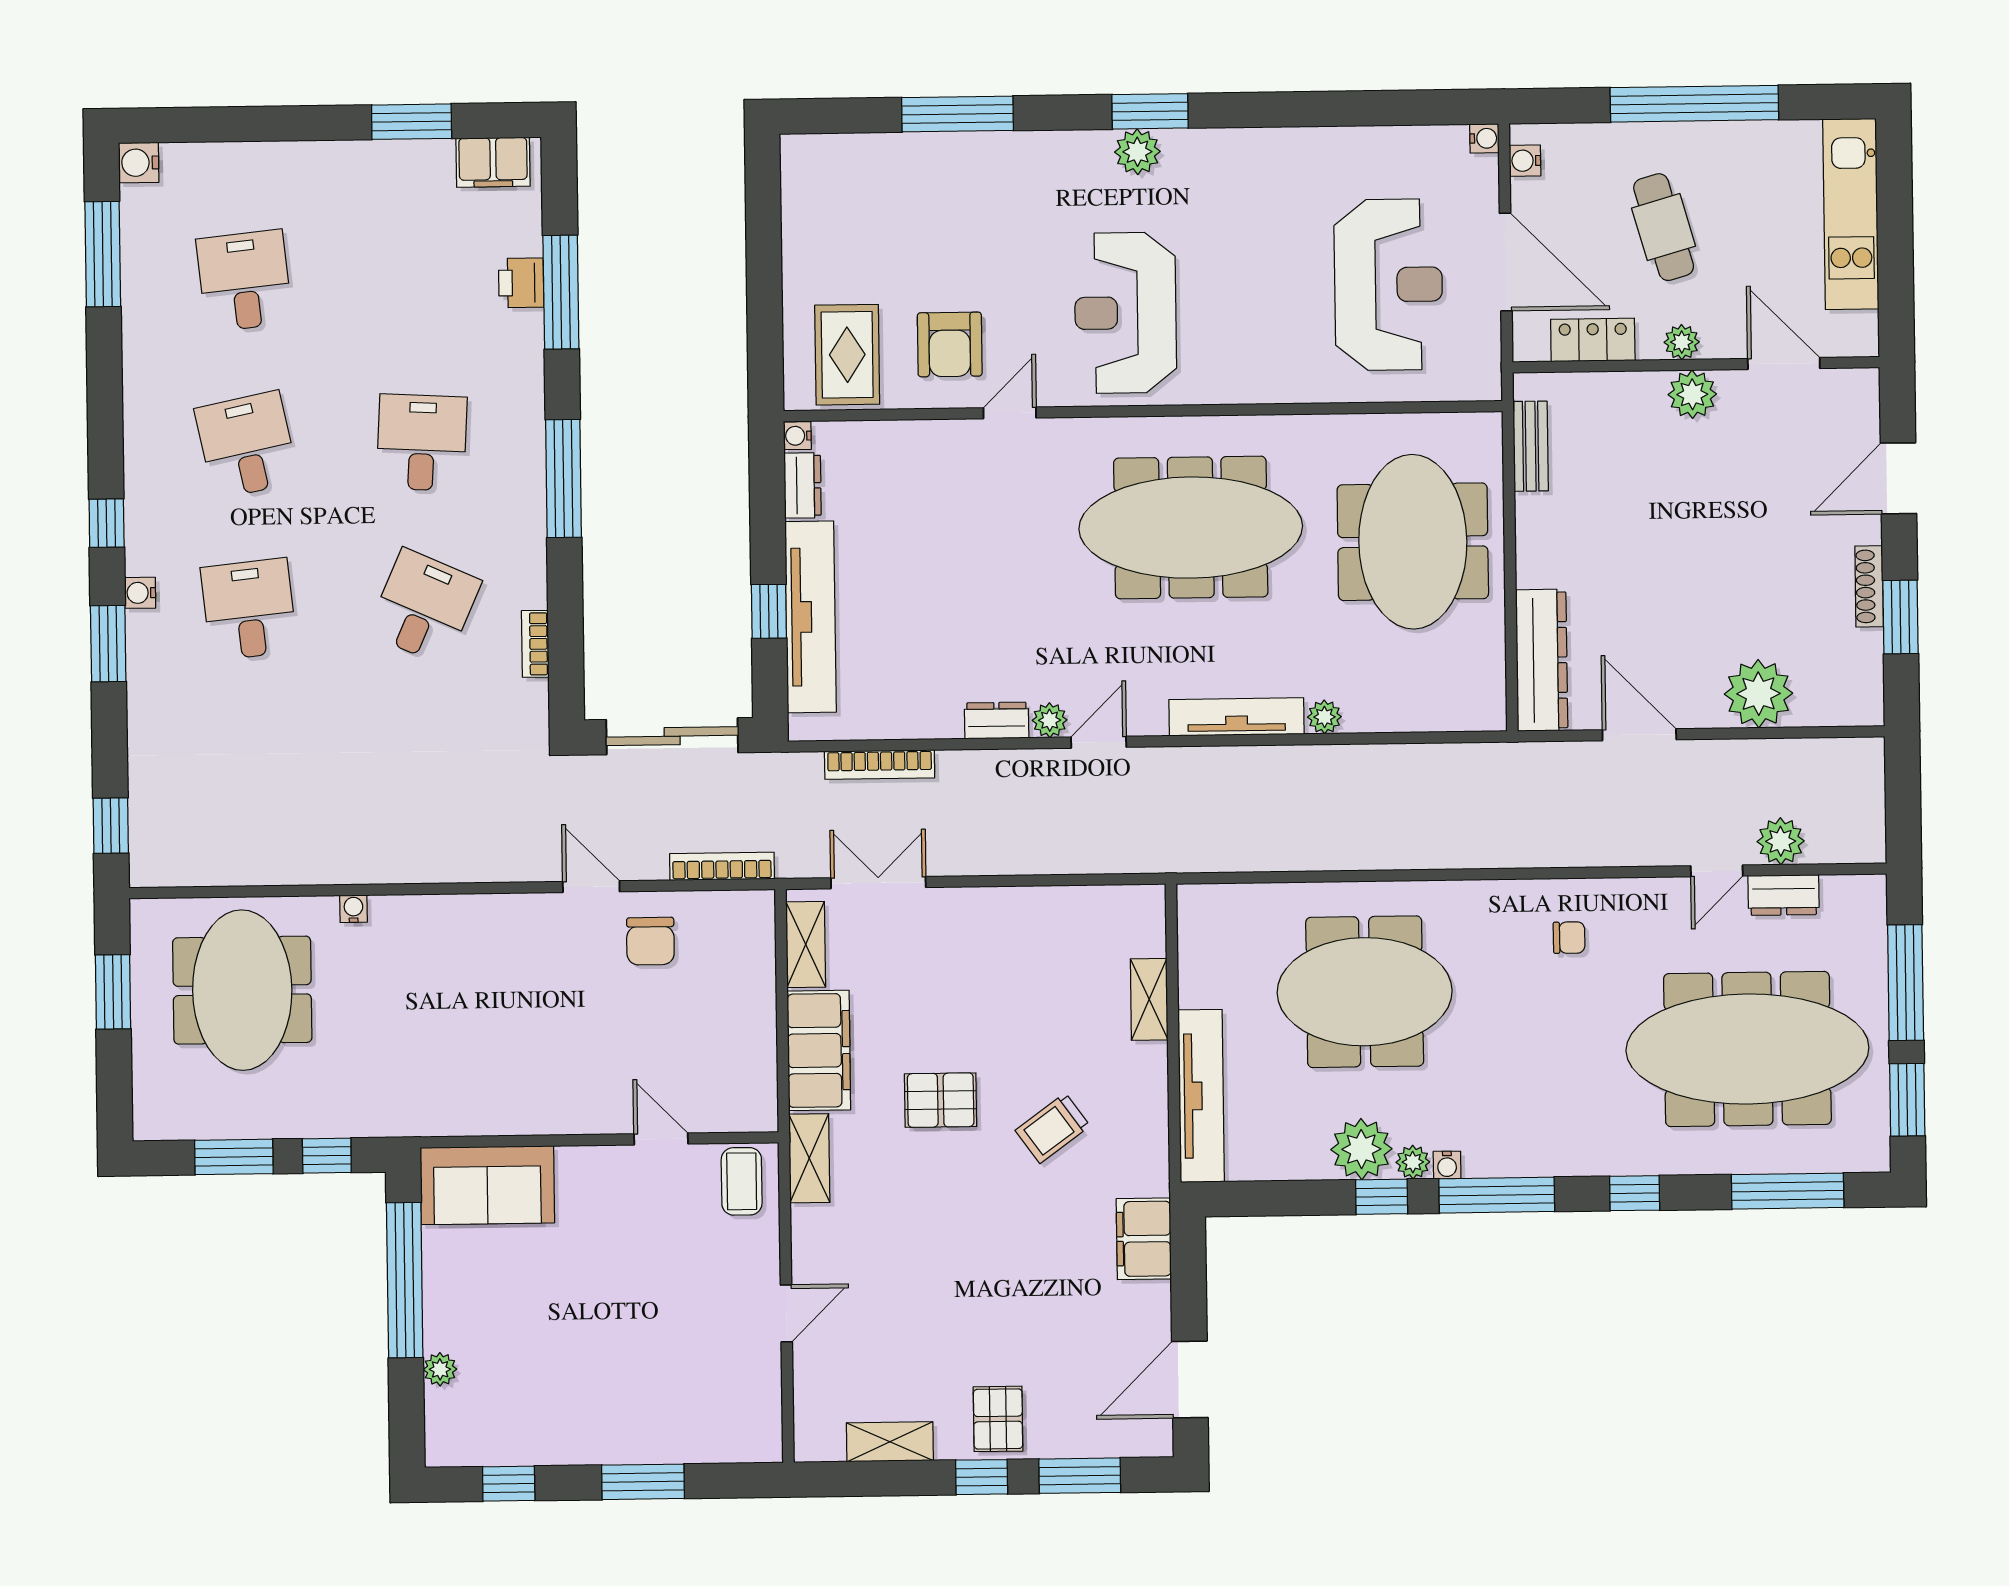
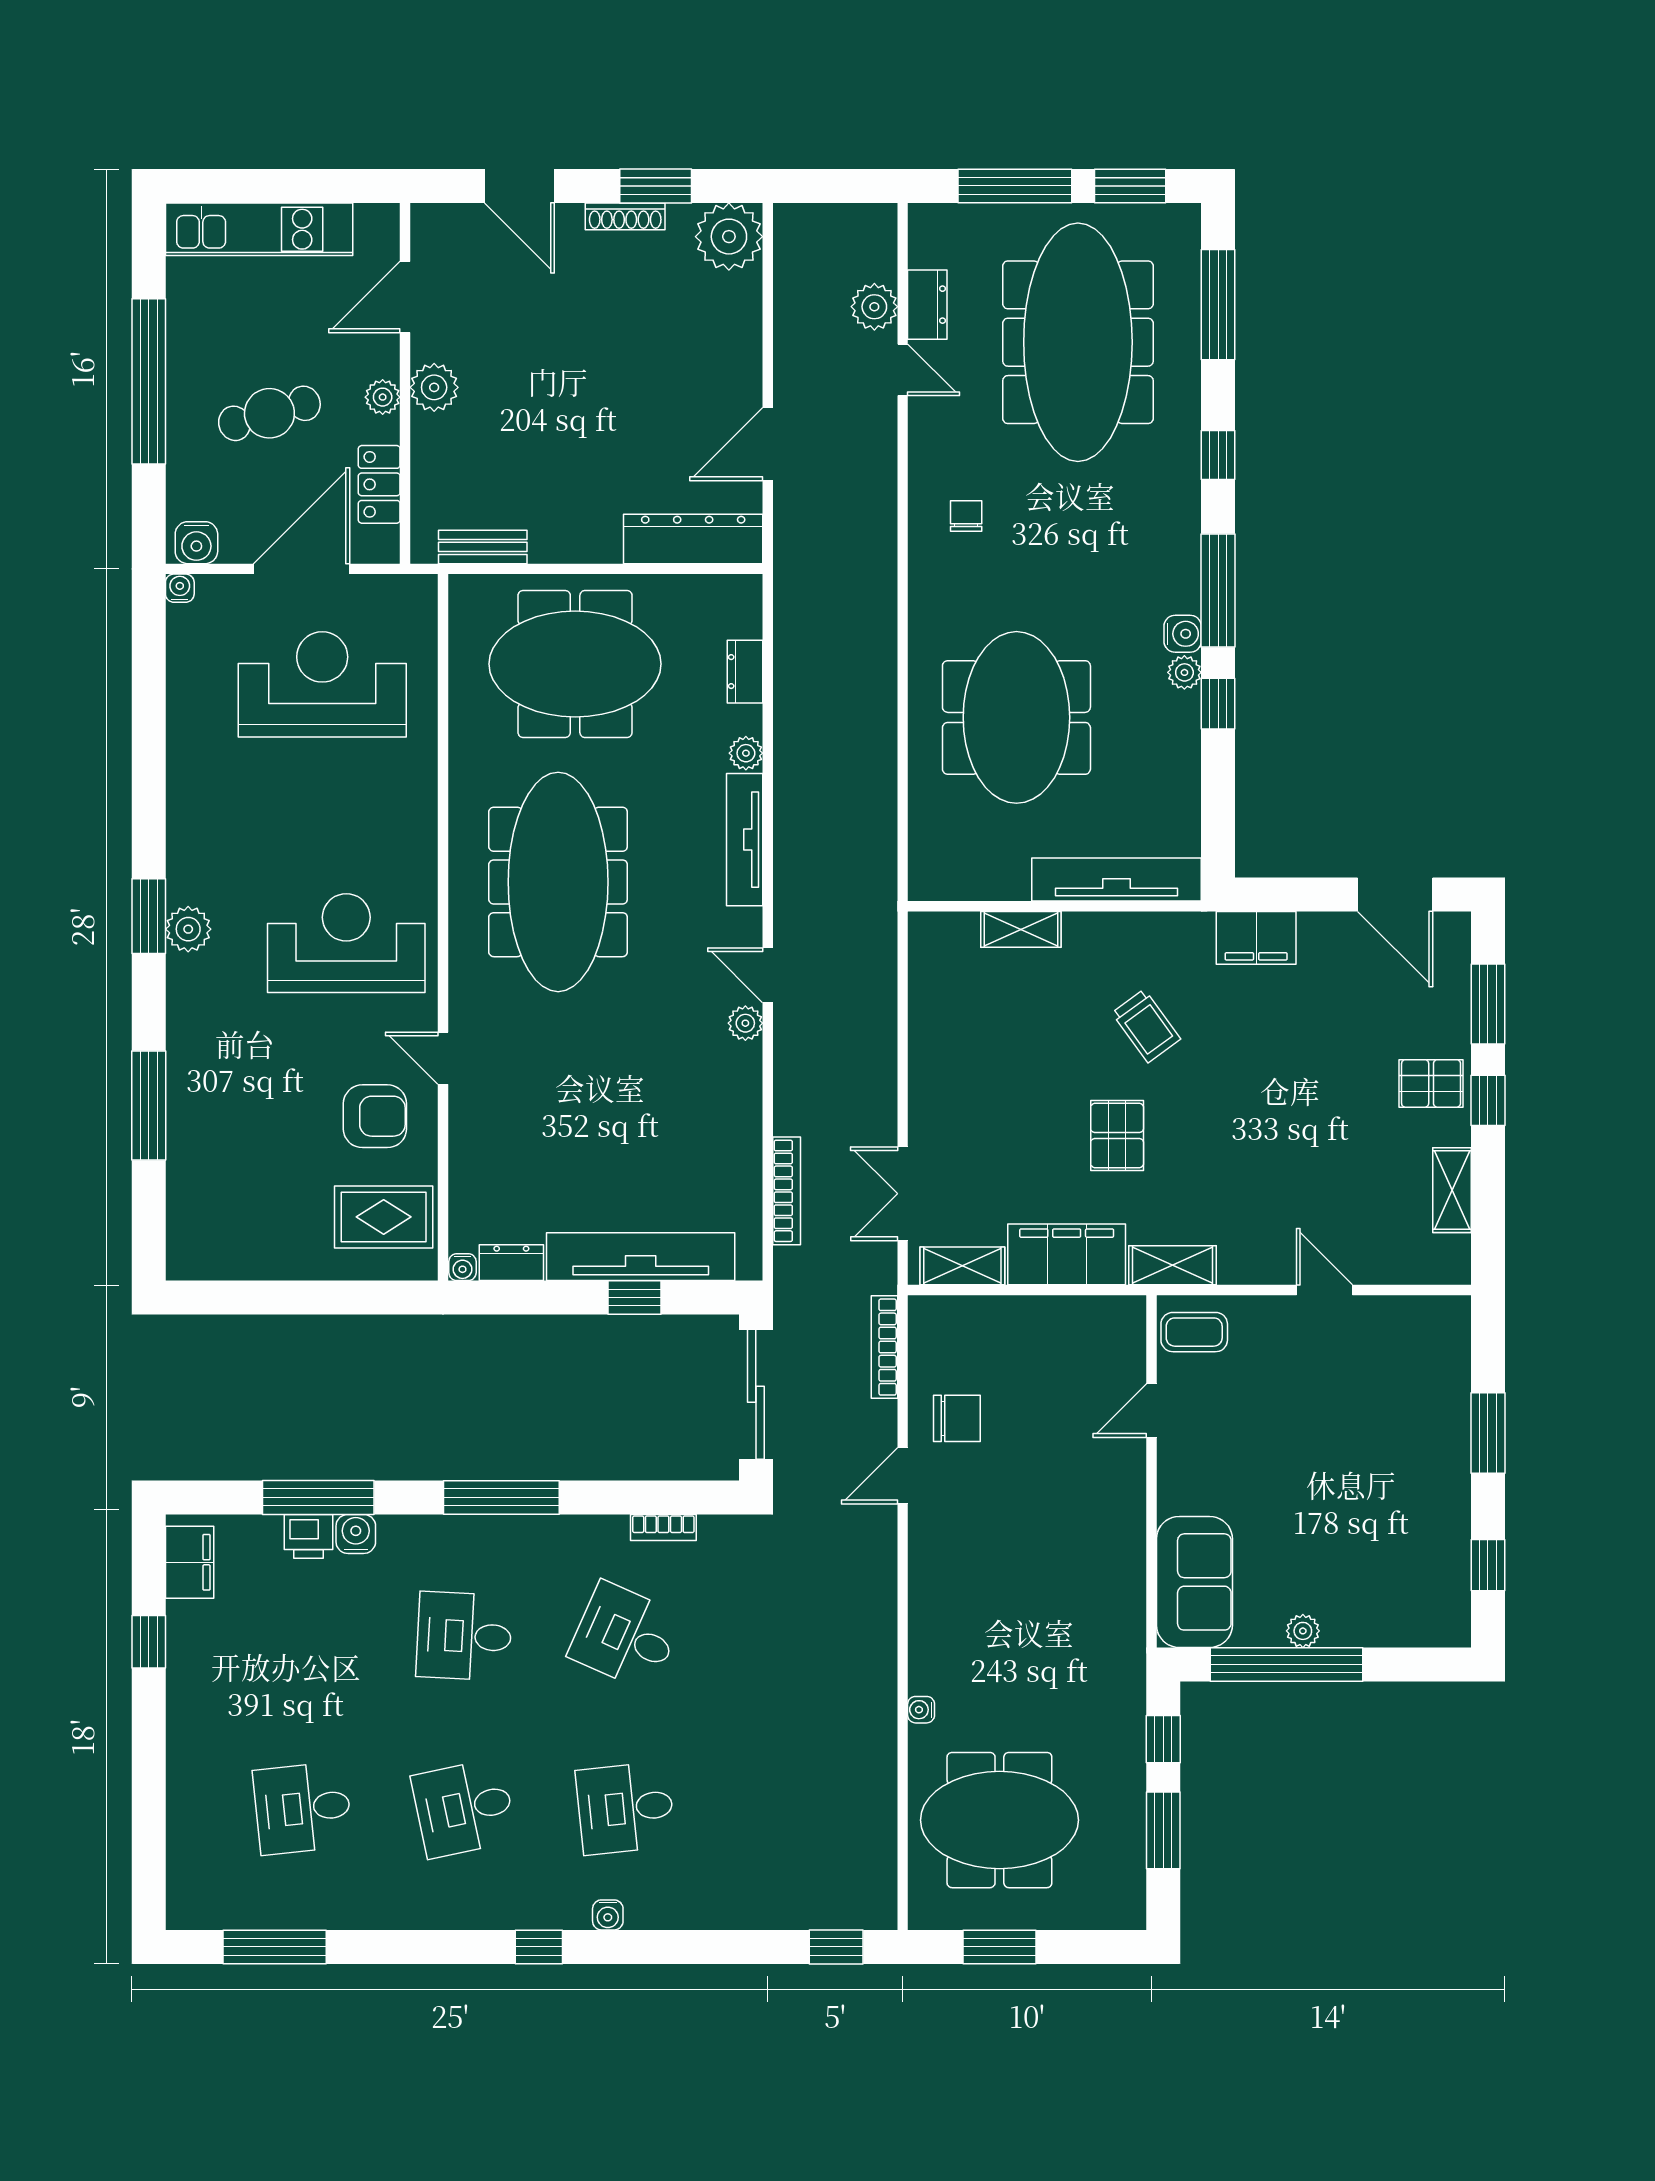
window: (412, 122) -> (149, 1642), width x0.67
water cooler: (1525, 161) -> (196, 543), width x1.38, depth x1.38
water cooler: (139, 163) -> (356, 1534), moved, turned 180
reception desk: (1125, 313) -> (346, 943), turned 180
window: (108, 644) -> (657, 1947), removed
plant: (1759, 694) -> (729, 237), moved
dresser: (997, 720) -> (745, 672), moved
plant: (1361, 1149) -> (1171, 723), removed
water cooler: (1447, 1165) -> (1183, 634), width x1.38, depth x1.38
plant: (440, 1369) -> (1303, 1631), moved

